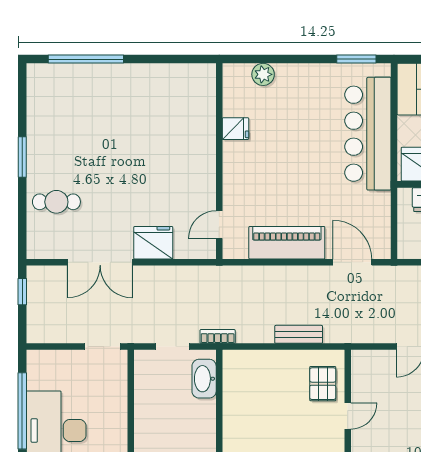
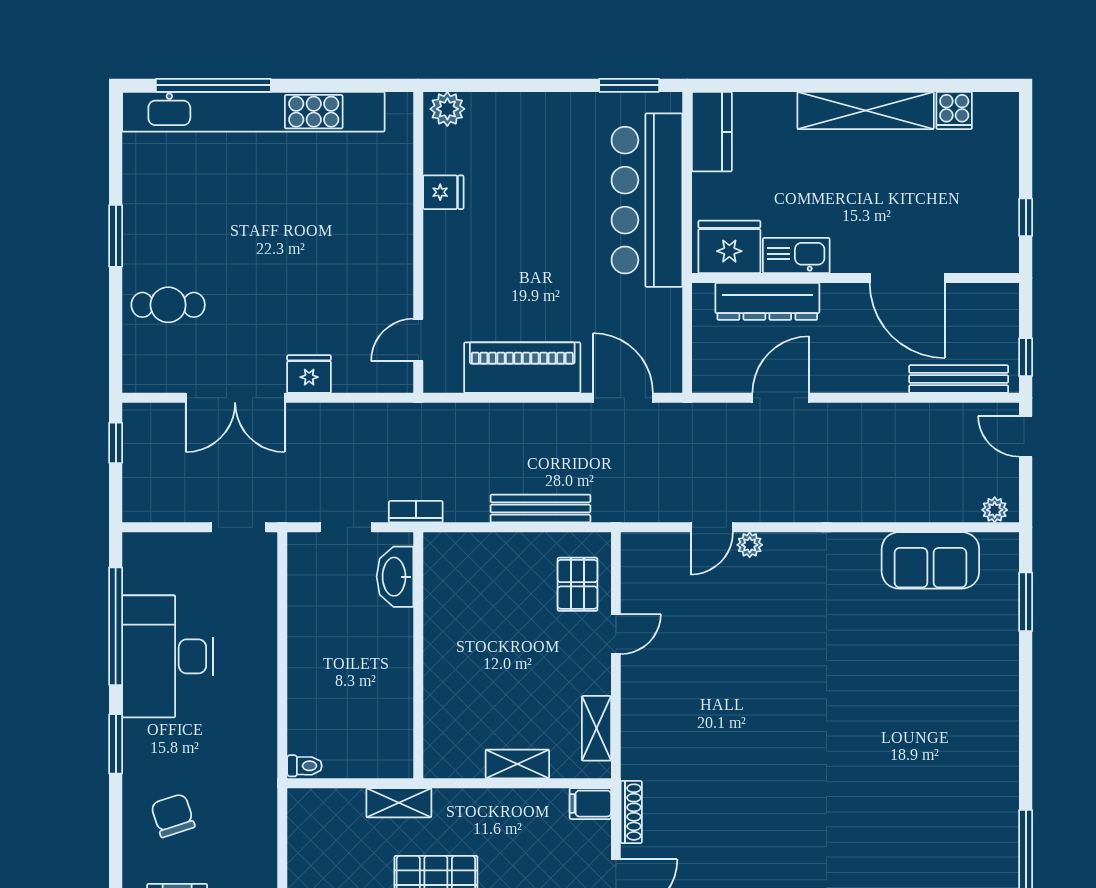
plant: (263, 74) -> (447, 109), moved
kitchen unit: (112, 76) -> (253, 112), added
fridge: (153, 243) -> (309, 374), width x0.73, depth x0.75
bench: (299, 334) -> (540, 509), width x1.36

